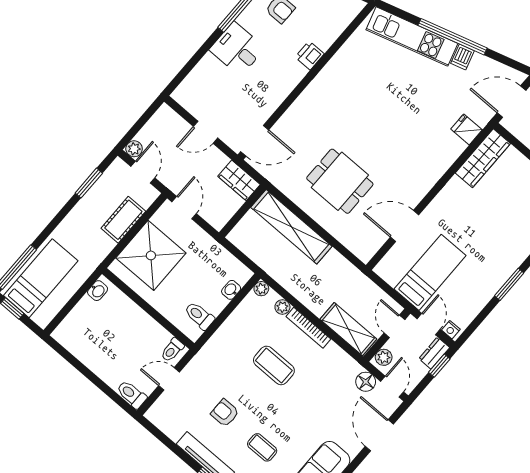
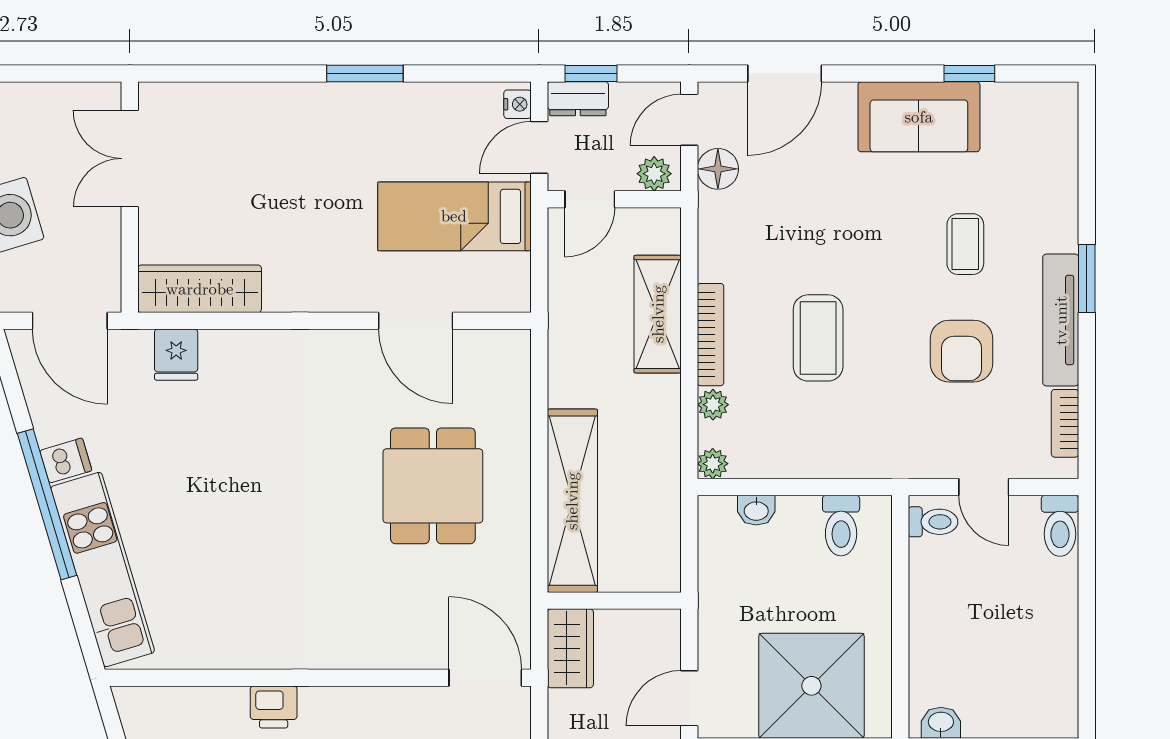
shelving: (348, 329) -> (658, 314), moved
armchair: (225, 413) -> (962, 351), width x1.38, depth x1.38
bookcase: (167, 428) -> (1065, 423), added

